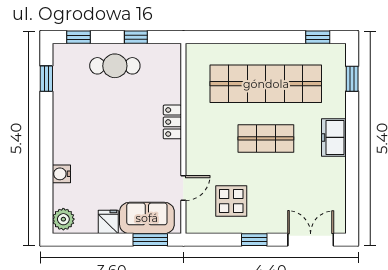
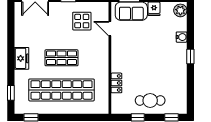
window: (46, 79) -> (190, 56), moved
locker: (172, 122) -> (116, 83), moved
door: (183, 188) -> (110, 29), hinge flipped

